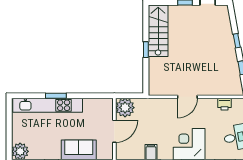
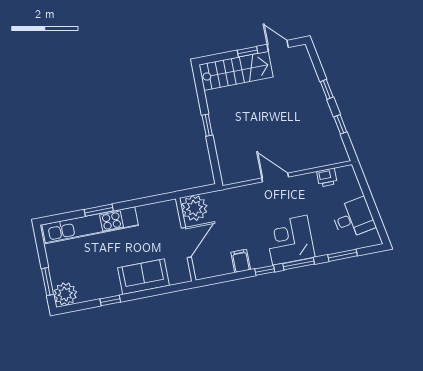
stairs: (158, 31) -> (236, 71), moved, turned 90
door: (187, 97) -> (275, 178), swing flipped
window: (9, 140) -> (48, 282), added

